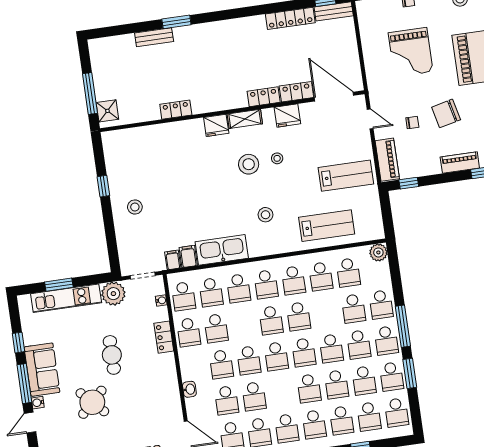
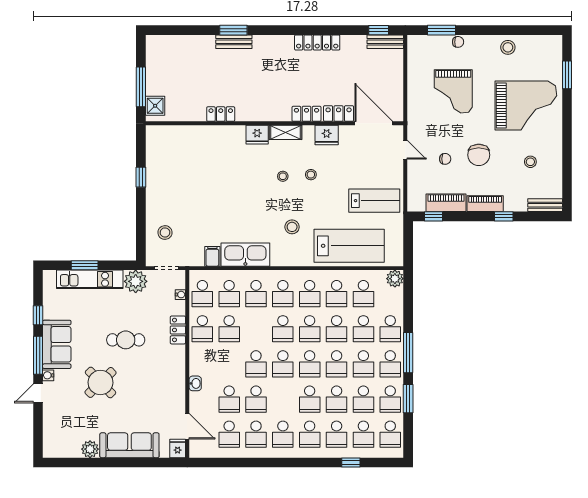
locker: (290, 18) -> (317, 43), moved
bench: (154, 37) -> (234, 42), moved
chair: (446, 113) -> (479, 155), turned -77
piano: (387, 160) -> (446, 203), moved, turned -90
stool: (249, 164) -> (283, 176), width x0.53, depth x0.53
stool: (135, 207) -> (165, 233), moved
lab bench: (327, 226) -> (349, 246), width x1.36, depth x1.39
filing cabinet: (173, 260) -> (197, 257), removed
cafe table: (112, 355) -> (126, 340), turned 90
school desk: (221, 364) -> (337, 329), moved

